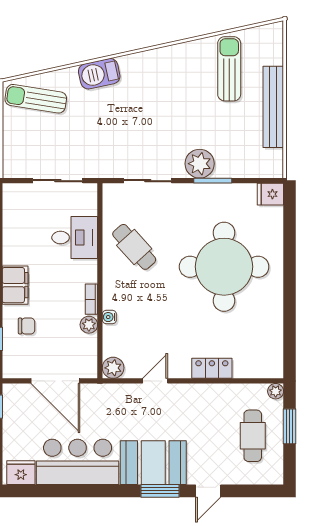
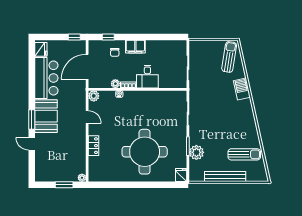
plant: (200, 164) -> (196, 152), moved
desk: (75, 238) -> (147, 77), moved
cafe table: (134, 247) -> (155, 107), removed
cafe table: (253, 436) -> (59, 166), removed

